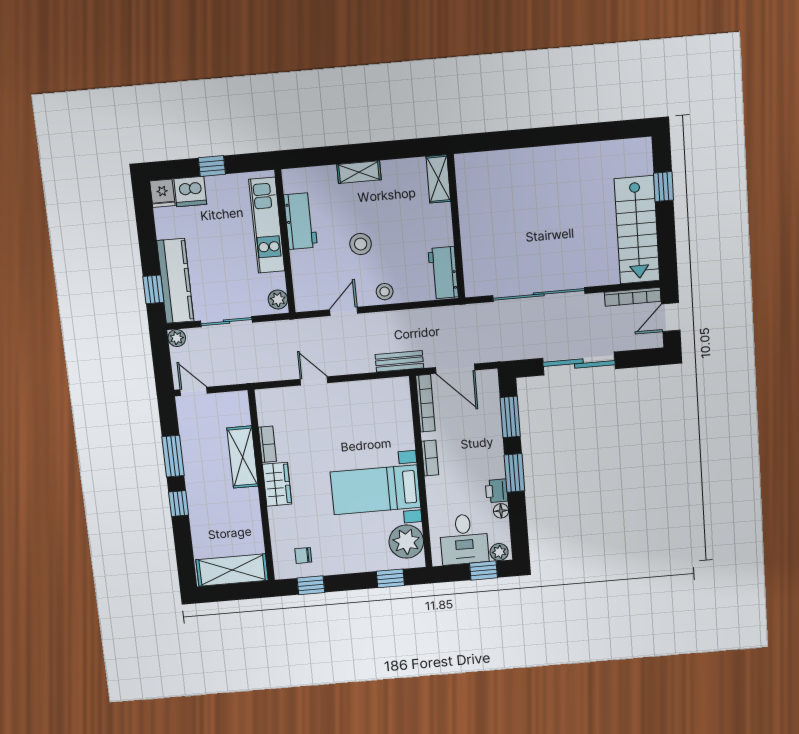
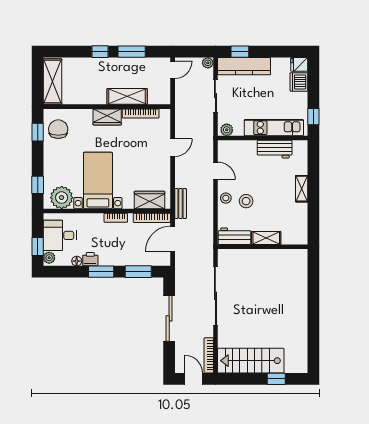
window: (212, 166) -> (313, 117), moved
shelving: (438, 179) -> (266, 238), moved
stool: (361, 244) -> (246, 201), moved
wardrobe: (398, 409) -> (150, 200), added
bookcase: (267, 444) -> (141, 113), width x1.56
chair: (303, 555) -> (58, 129), width x1.87, depth x1.87

